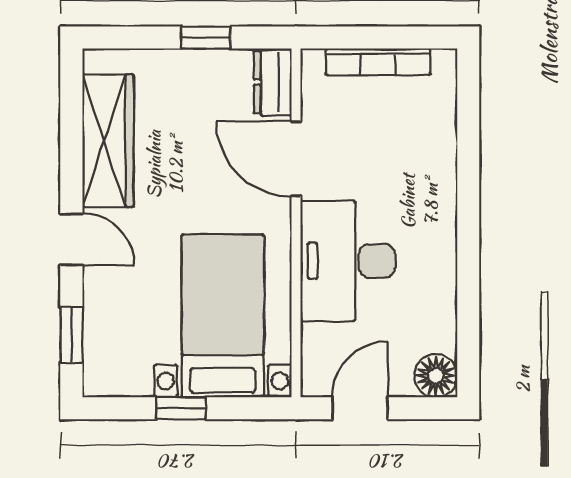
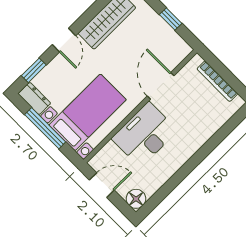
dresser: (273, 82) -> (34, 99), moved, turned 90
window: (181, 408) -> (45, 128), width x2.17

